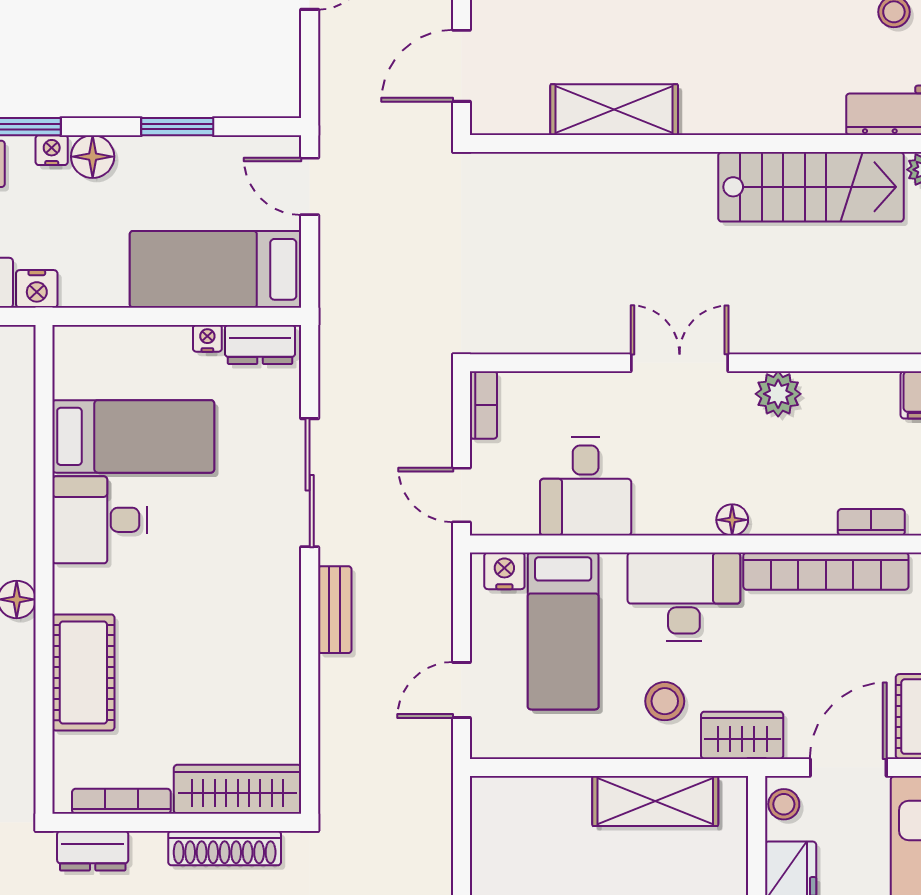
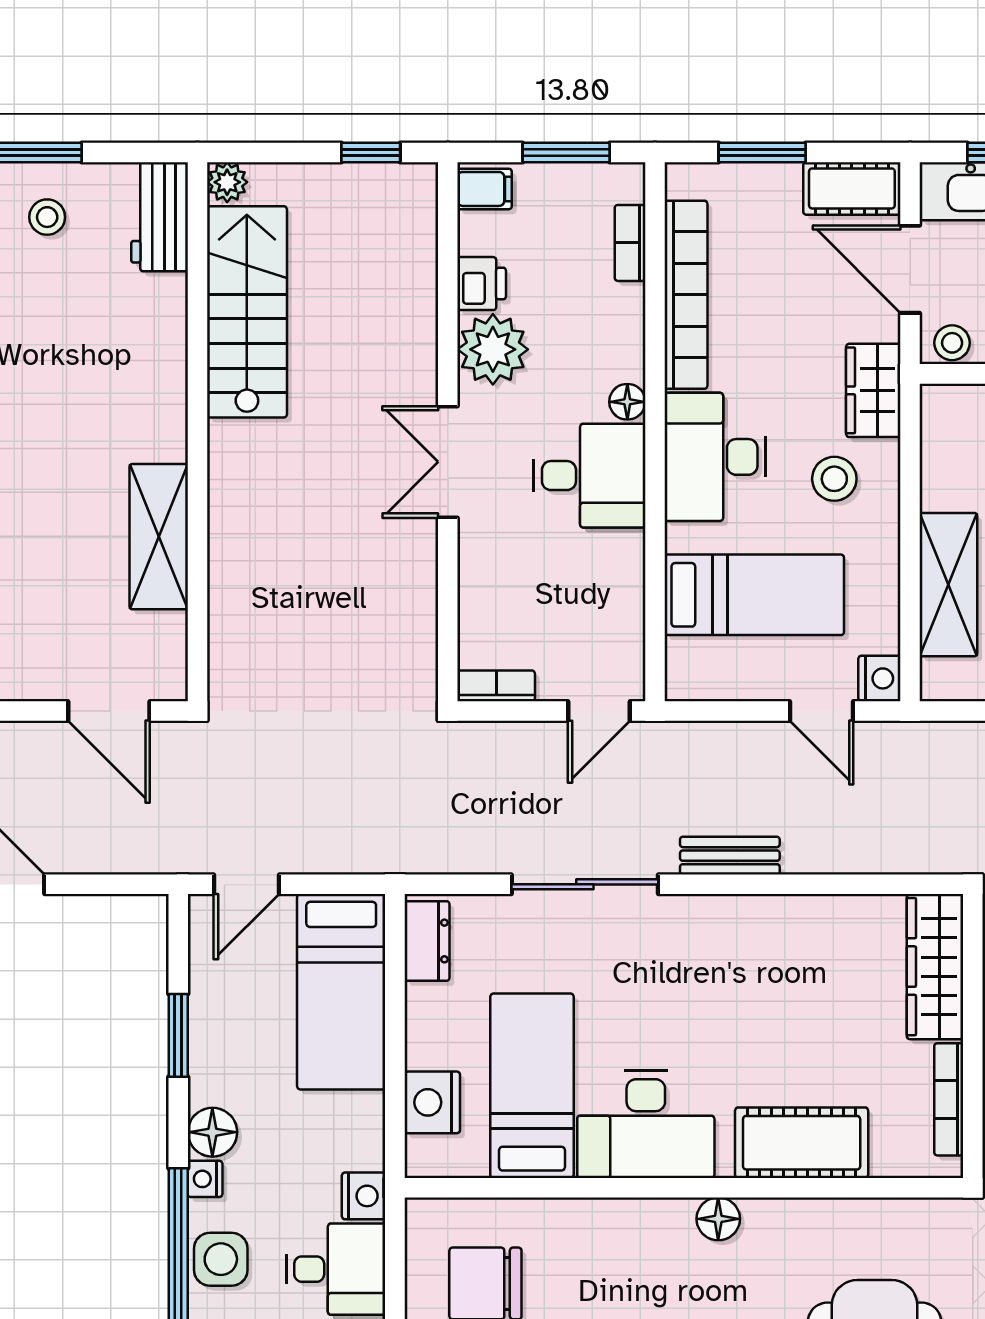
nightstand: (207, 338) -> (432, 1102), moved, width x1.89, depth x1.79
printer: (836, 392) -> (482, 284), added
plant: (778, 394) -> (493, 349), width x1.36, depth x1.36
desk: (586, 487) -> (589, 476), moved
desk: (100, 520) -> (646, 1124), width x1.37
nightstand: (504, 571) -> (879, 678), moved, turned 180
shelving: (655, 801) -> (948, 585), moved

